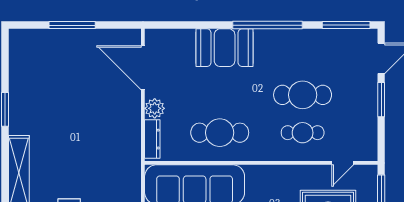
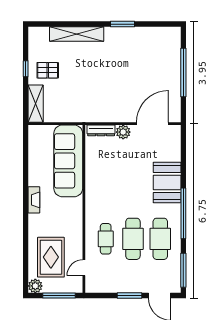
window: (72, 25) -> (183, 72), width x1.46
cafe table: (220, 133) -> (160, 239), moved
door: (343, 163) -> (84, 268), hinge flipped

